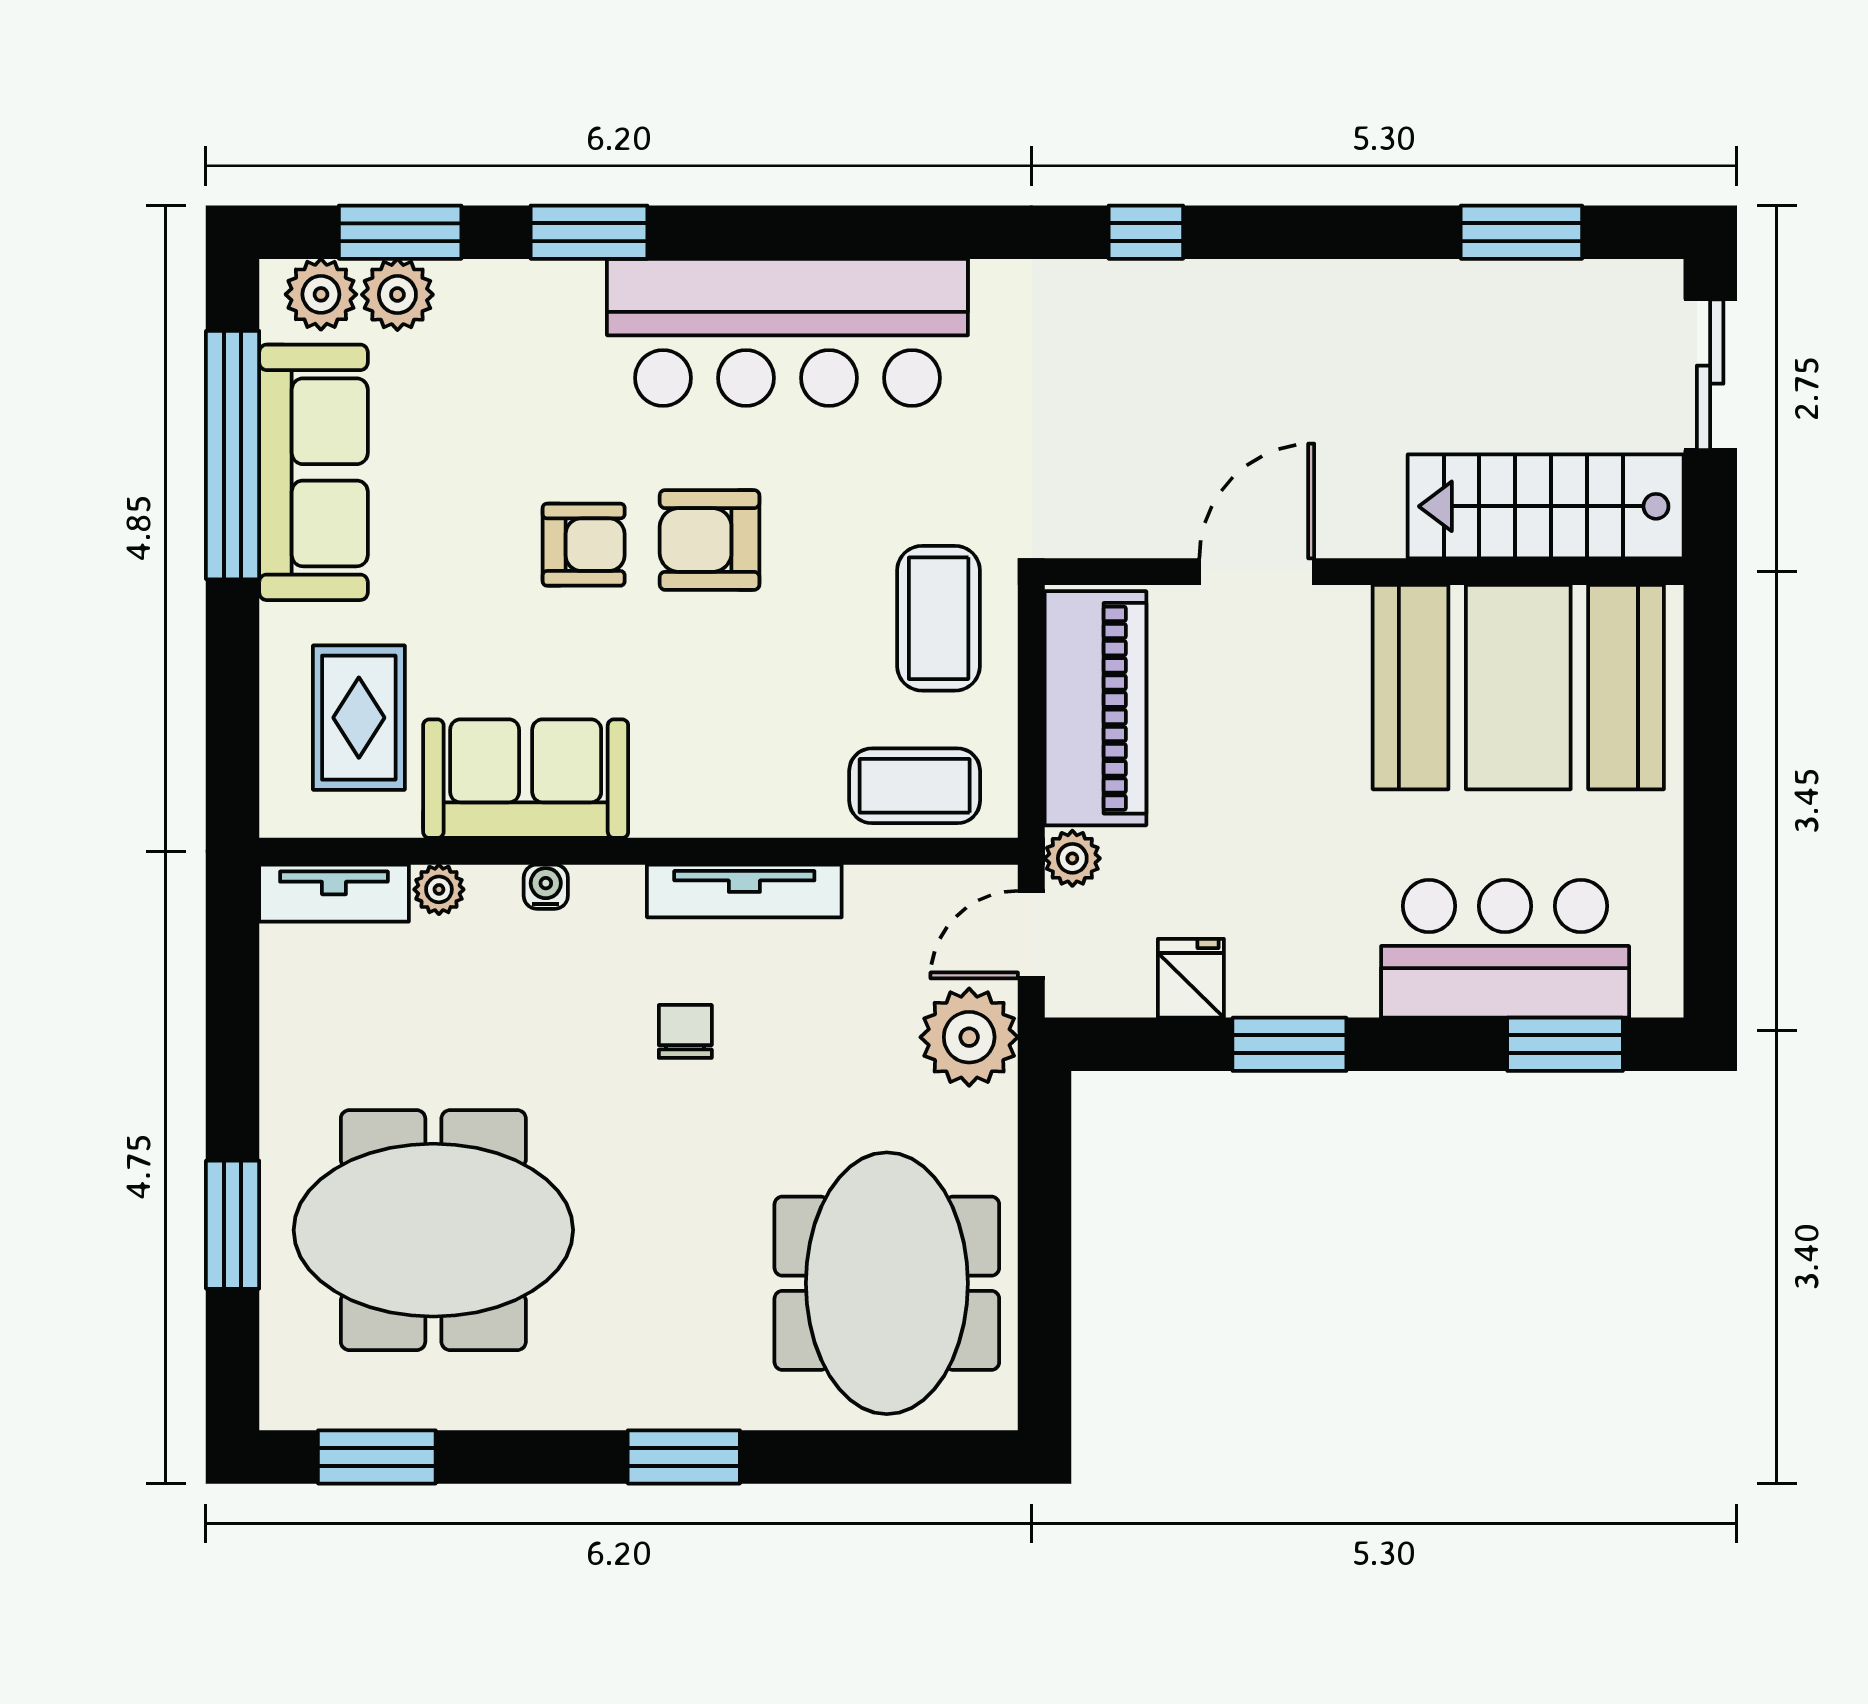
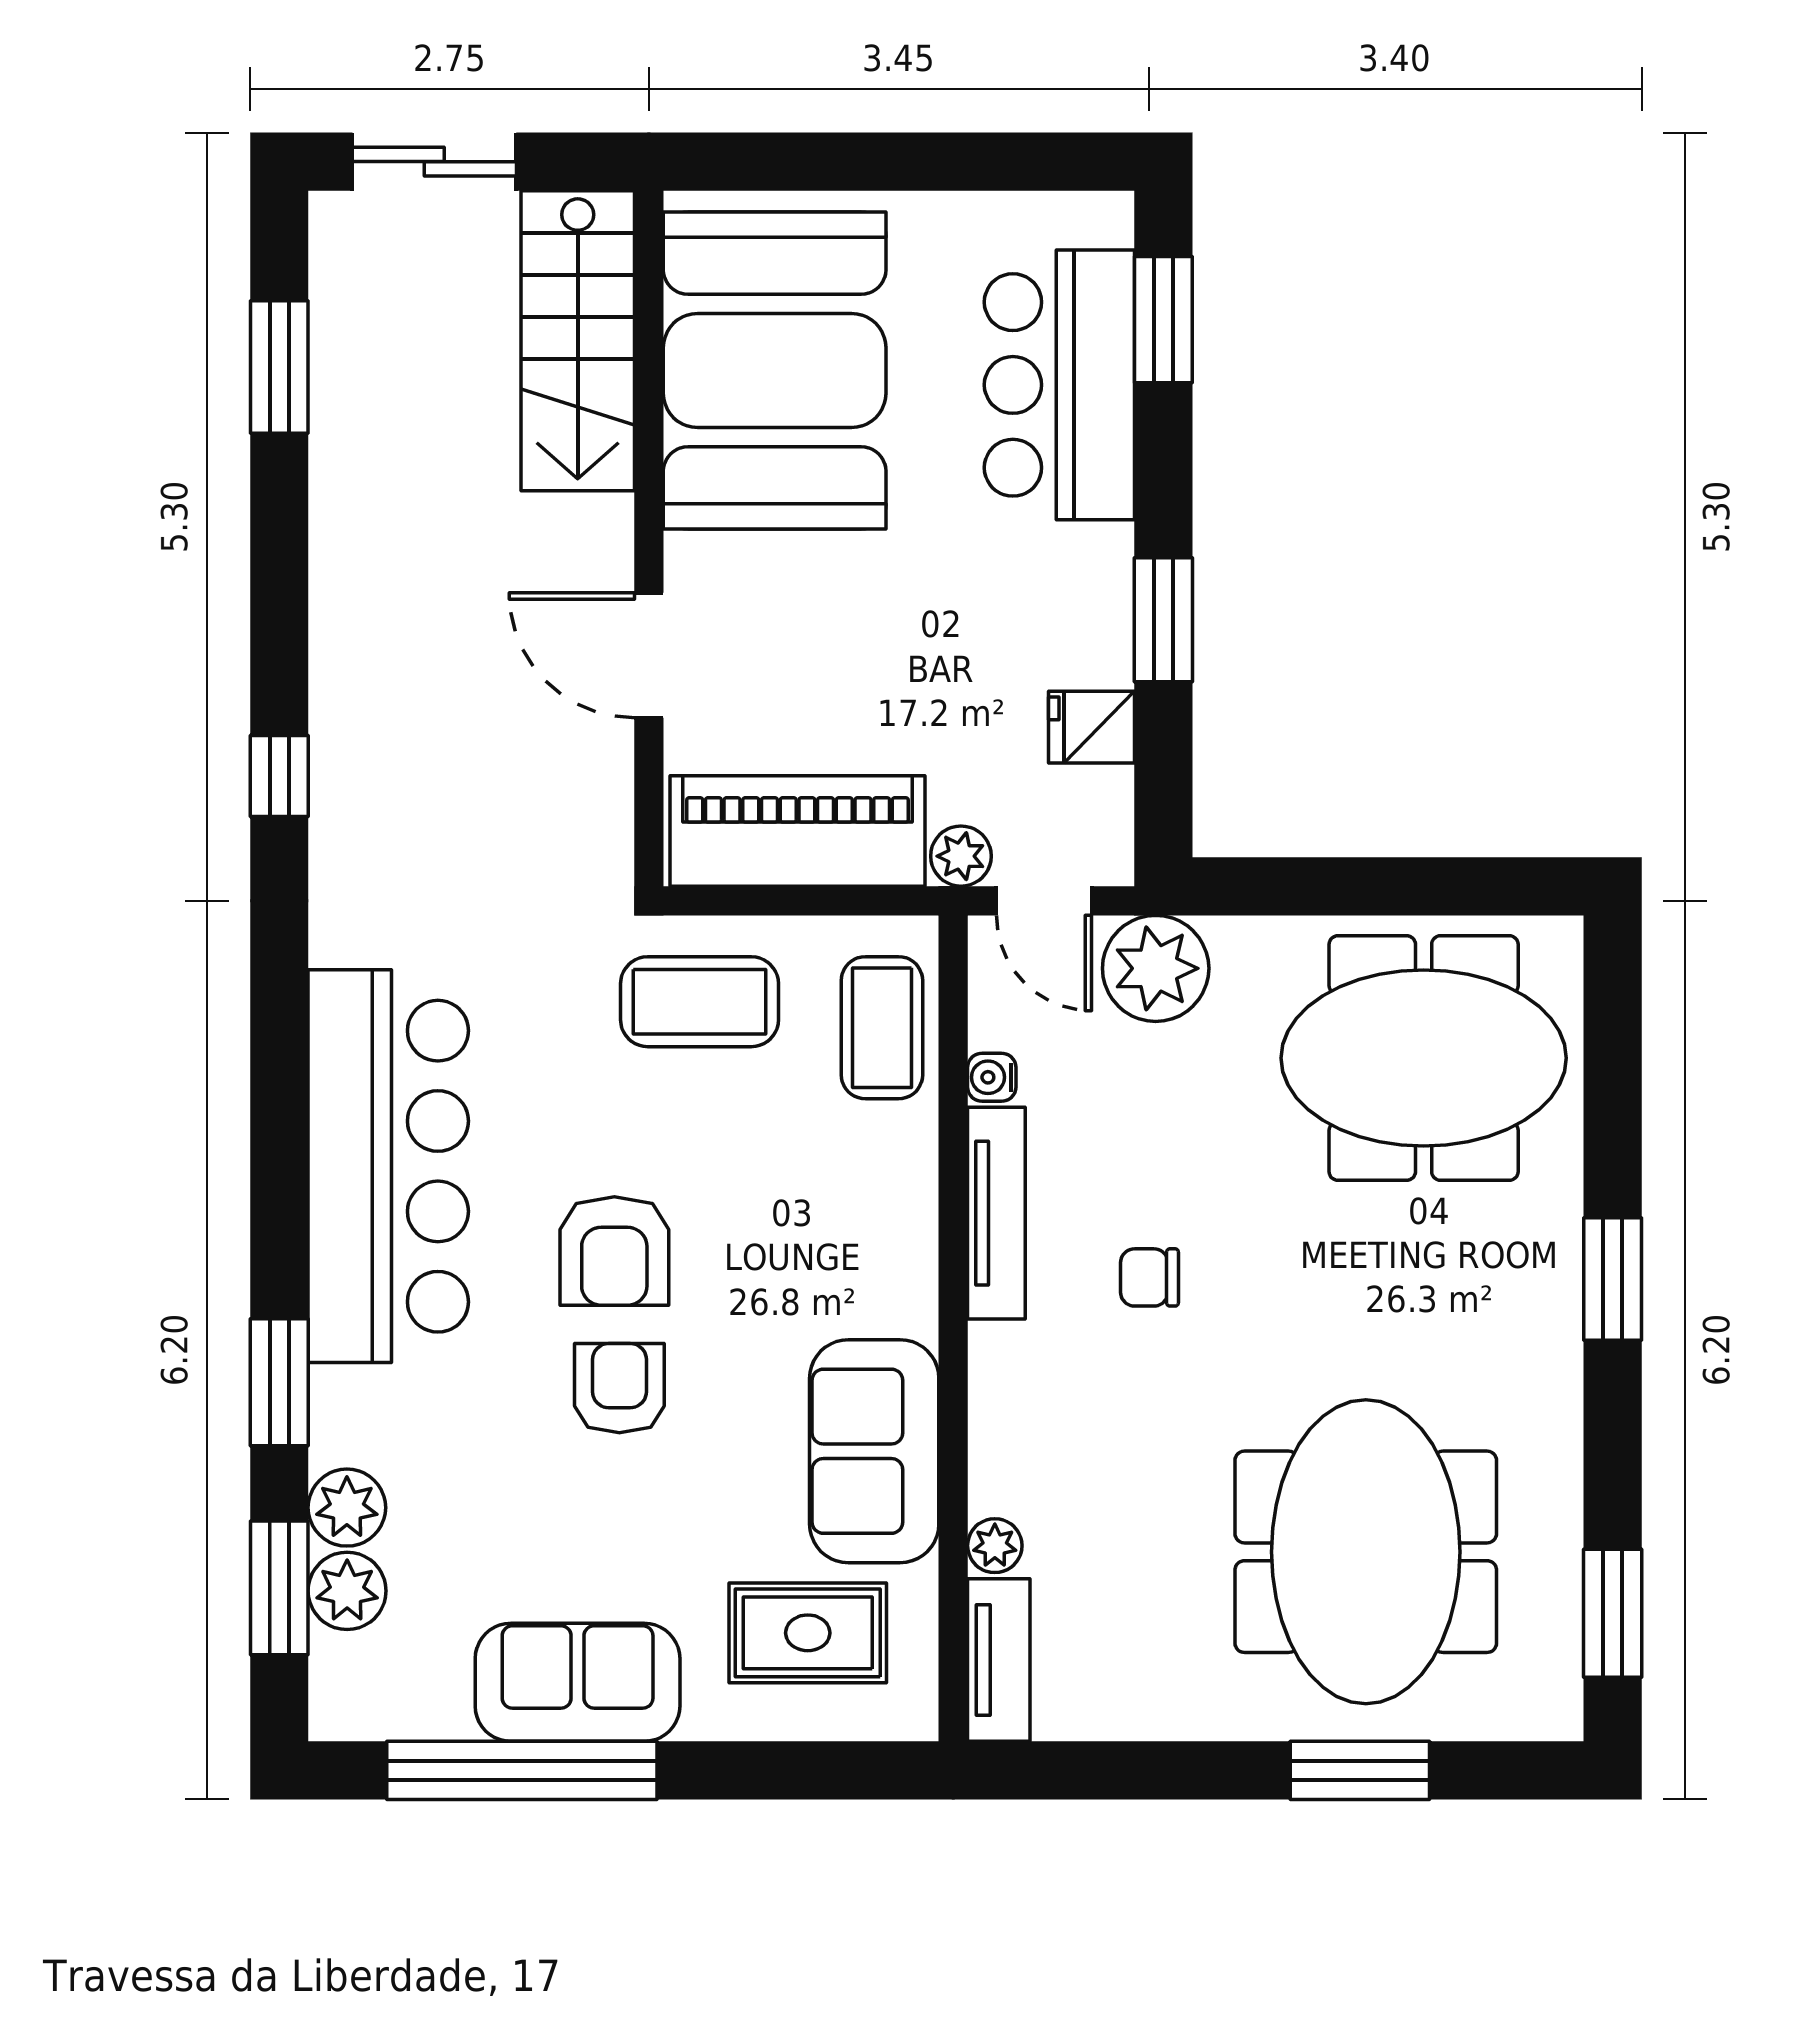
plant: (321, 294) -> (347, 1508), moved
sofa: (313, 472) -> (578, 1682), width x0.73
water cooler: (546, 887) -> (992, 1077), moved

